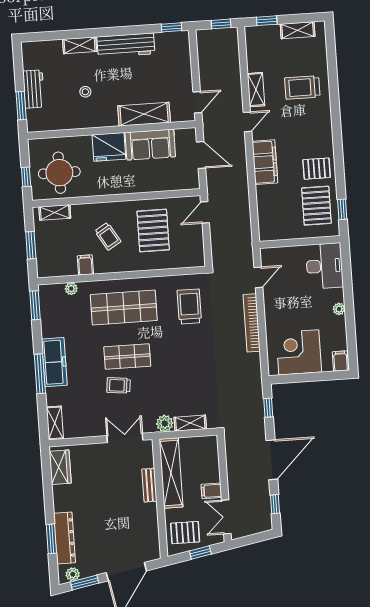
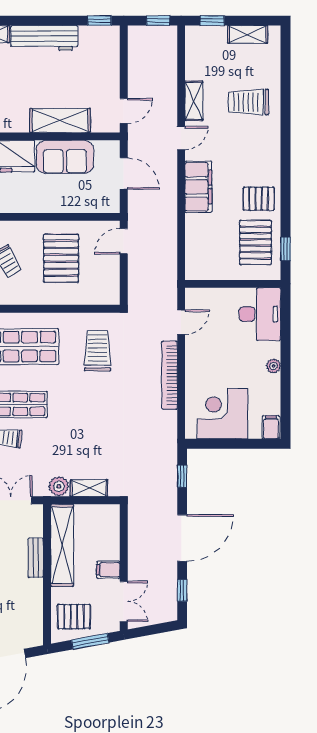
double door: (226, 517) -> (124, 601), swing flipped
window: (200, 552) -> (90, 641), width x1.50

